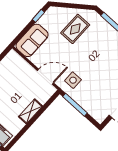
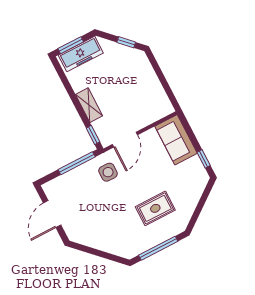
rug: (75, 29) -> (155, 208), moved, turned 90
window: (51, 101) -> (93, 135), added

